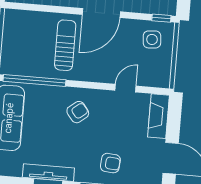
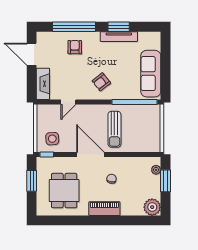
door: (101, 13) -> (90, 155), hinge flipped
armchair: (110, 163) -> (75, 47), turned 85

